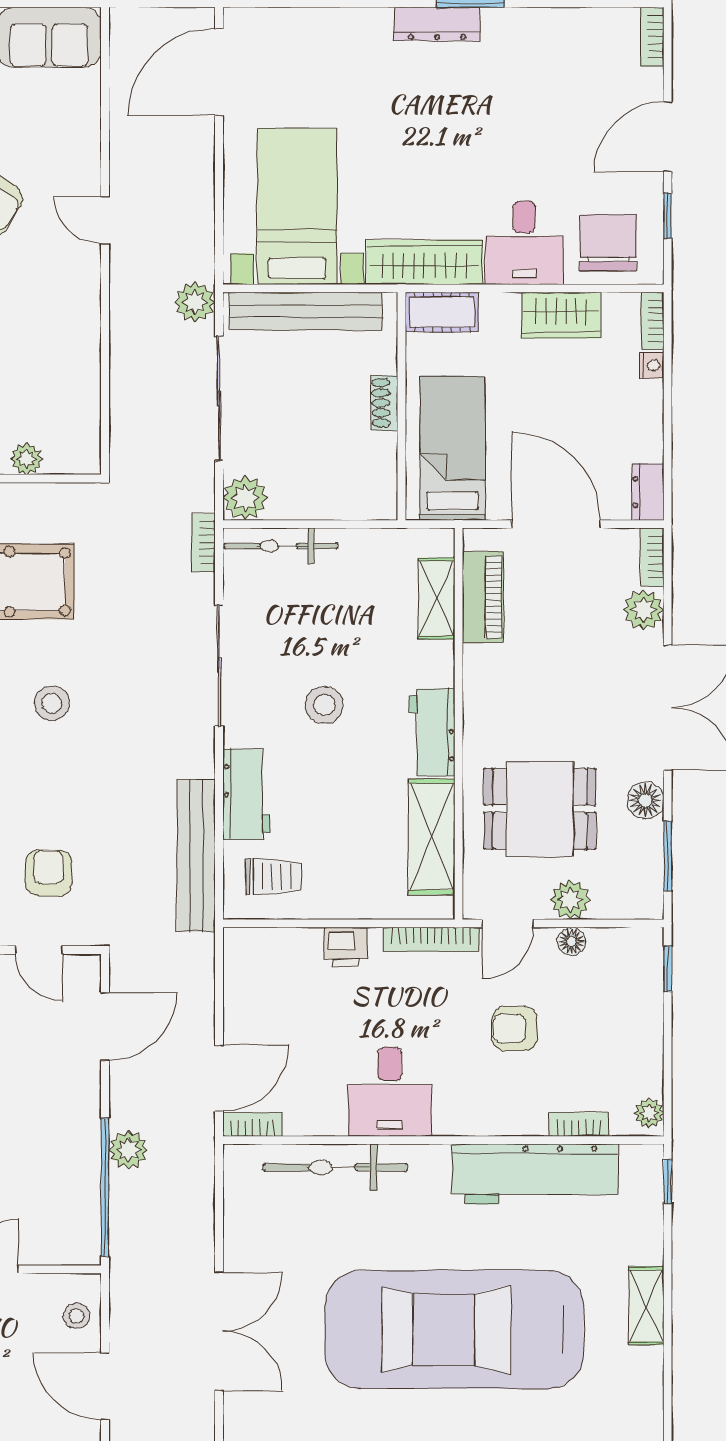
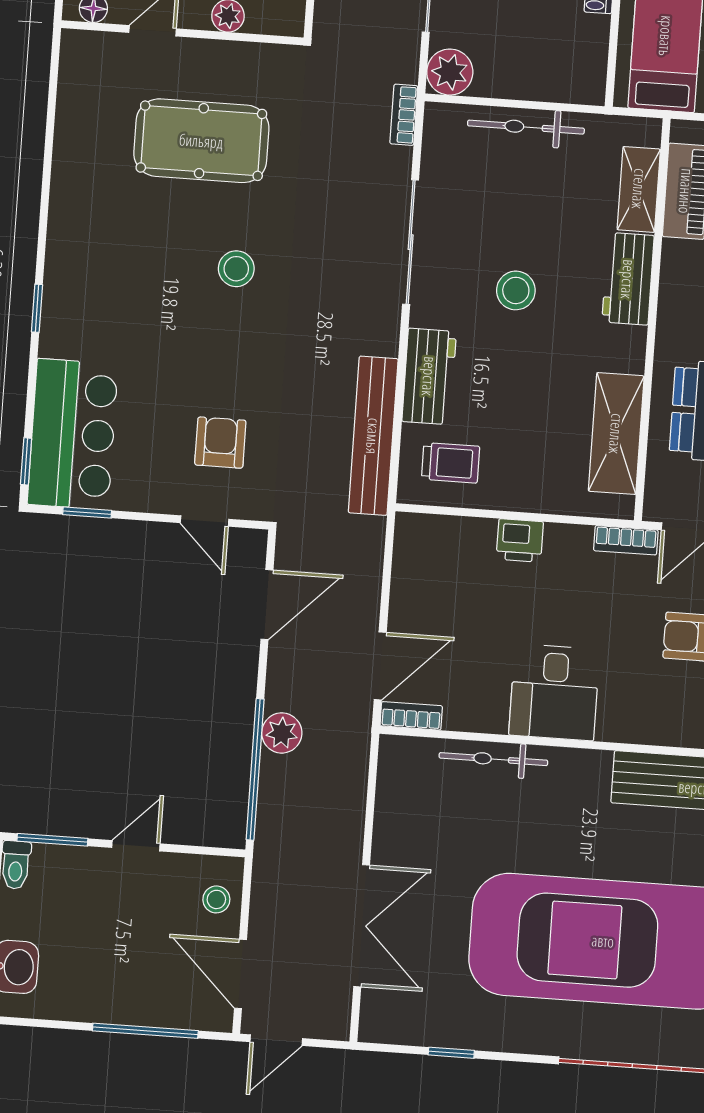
bicycle: (281, 546) -> (526, 127), moved
workbench: (432, 732) -> (628, 279), moved
bookcase: (431, 939) -> (626, 540), width x0.64
bicycle: (335, 1167) -> (493, 759), width x0.73, depth x0.71

